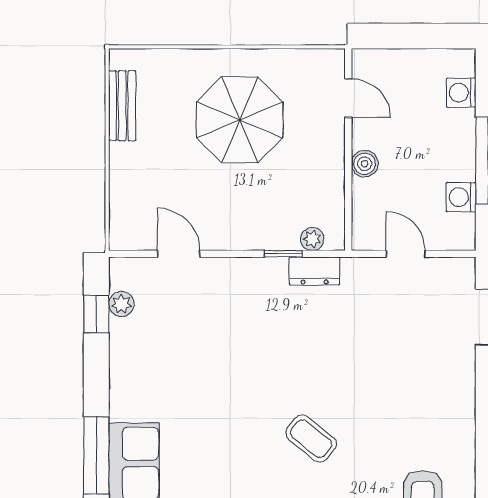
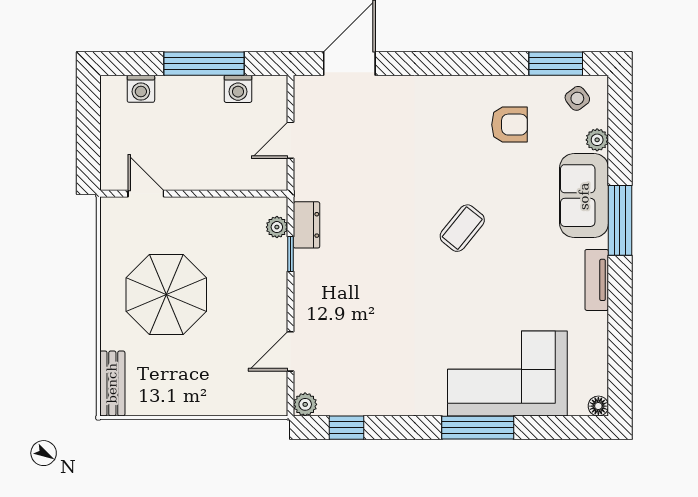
door: (348, 98) -> (146, 194), hinge flipped
bench: (122, 106) -> (112, 383), moved, turned 90
boiler: (365, 164) -> (207, 178), removed
plant: (121, 304) -> (305, 404), moved

